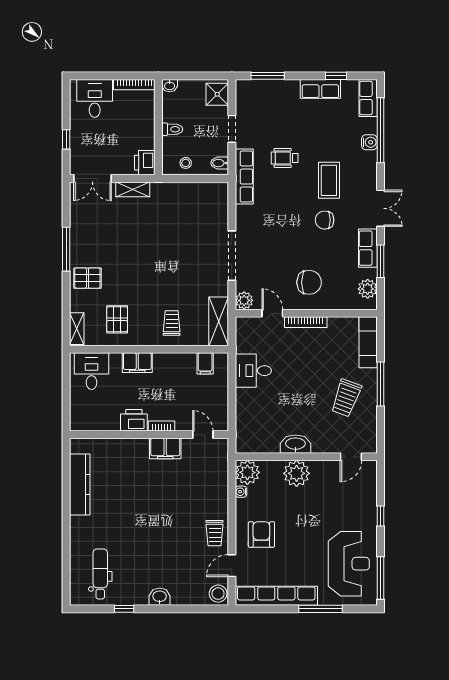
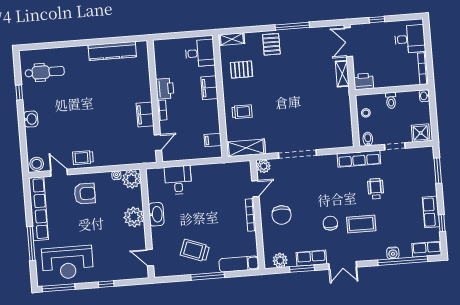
desk: (253, 371) -> (178, 180), moved

